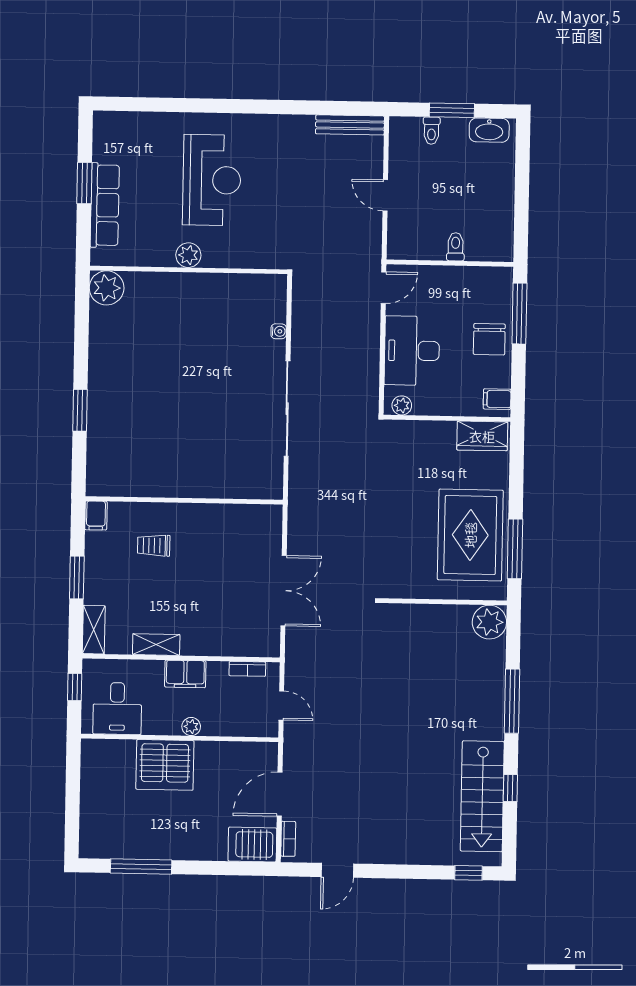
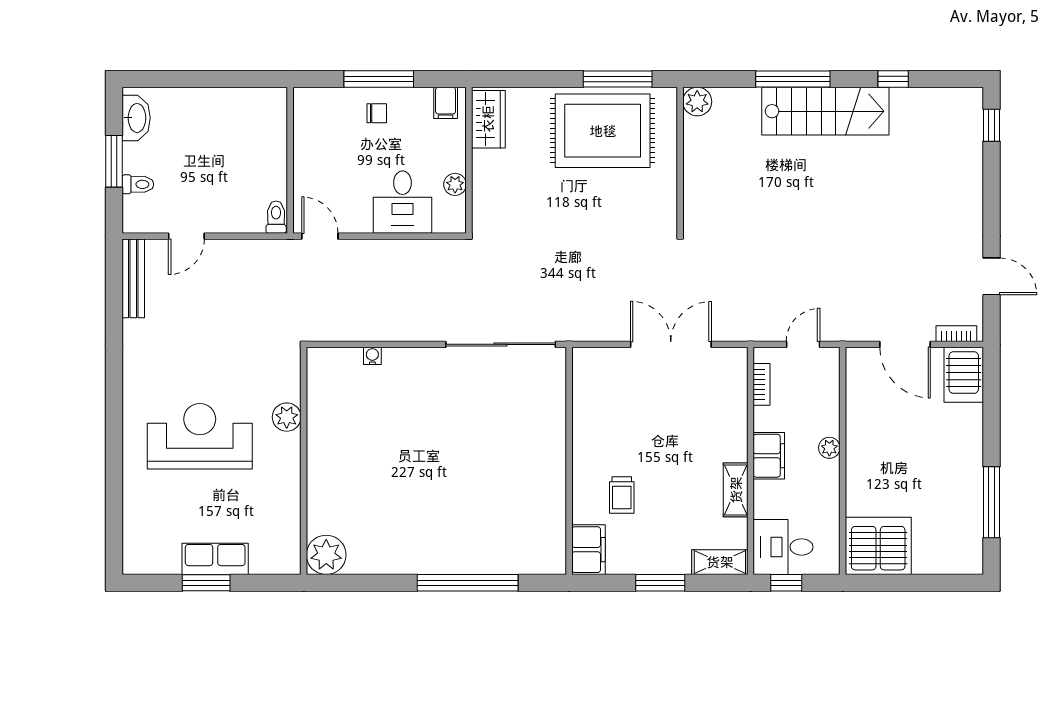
door: (385, 195) -> (186, 236), moved
row of seats: (105, 205) -> (215, 559), width x0.68
toilet: (456, 247) -> (276, 217), moved, turned 90
plant: (188, 255) -> (287, 417), moved
window: (519, 314) -> (379, 79), moved
chair: (489, 339) -> (377, 113), width x0.54, depth x0.54
desk: (412, 351) -> (402, 202), width x0.73
plant: (402, 405) -> (455, 184), moved
sliding door: (287, 409) -> (501, 344), moved
window: (80, 410) -> (468, 583), width x2.11
filing cabinet: (96, 516) -> (588, 550), width x2.00
plant: (489, 622) -> (697, 102), width x0.73, depth x0.73
desk: (117, 708) -> (783, 547), moved, turned 180
server rack: (165, 765) -> (878, 546), moved, turned -90
stairs: (482, 796) -> (825, 111), moved

